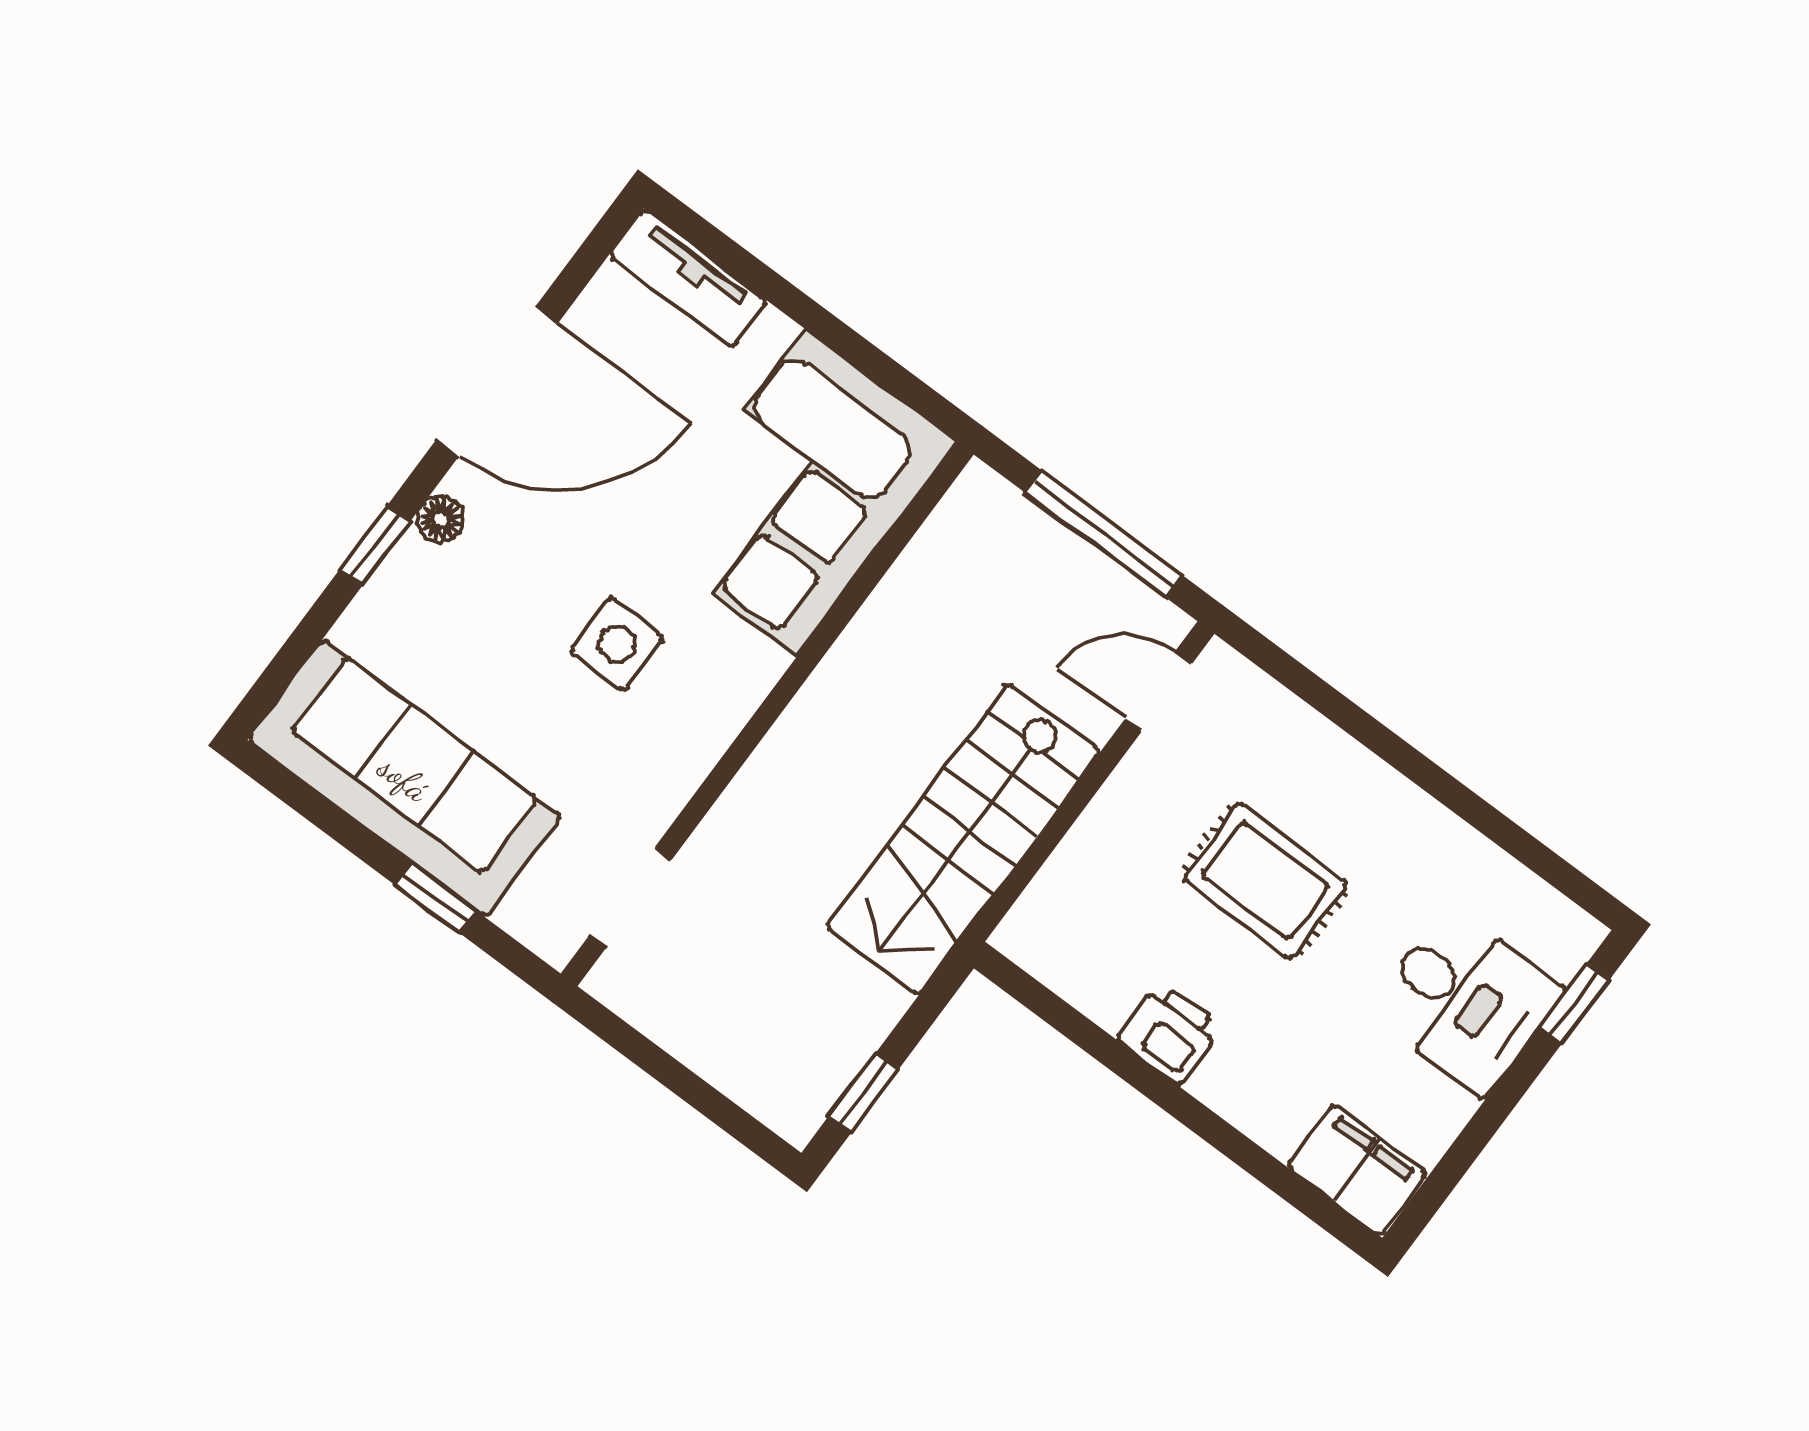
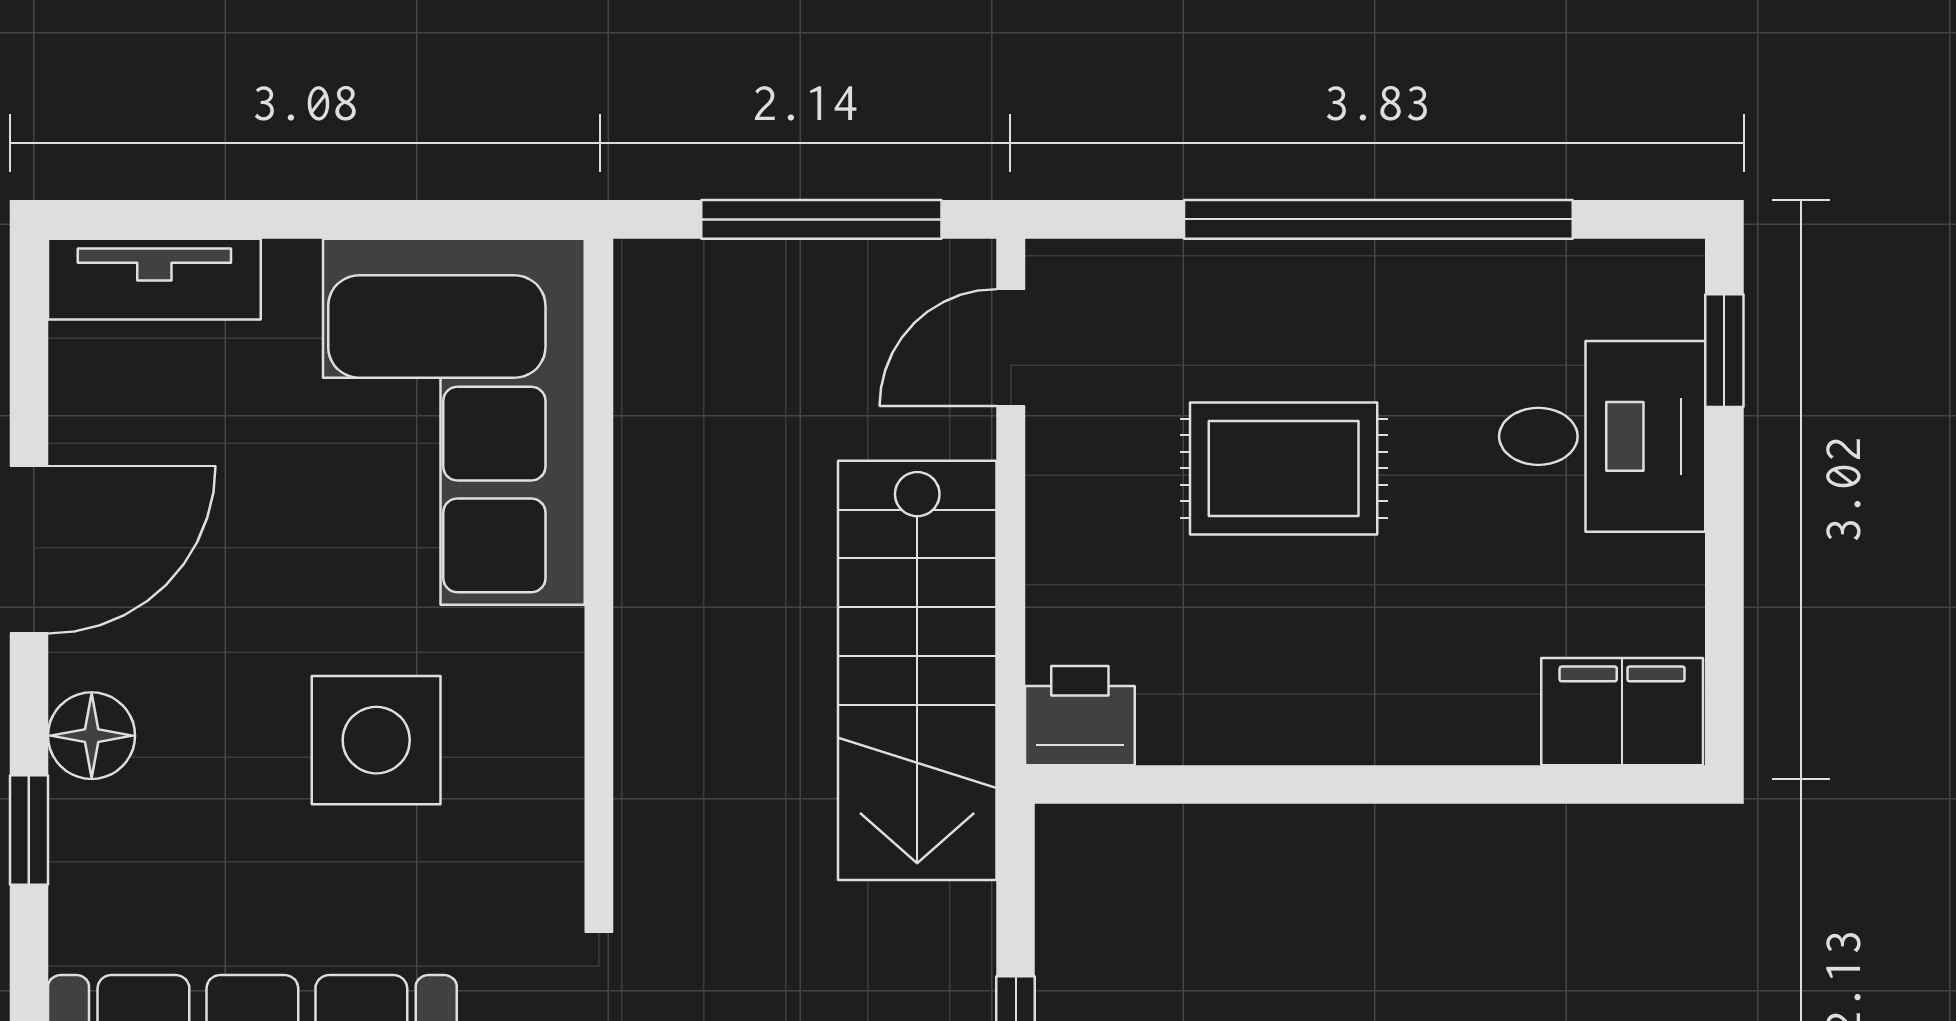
door: (497, 382) -> (29, 550), width x0.73
floor lamp: (440, 519) -> (92, 736), width x1.37, depth x1.37
side table: (617, 644) -> (376, 740), width x1.37, depth x1.37
window: (1429, 776) -> (1378, 219), added
printer: (1169, 1034) -> (1080, 716), moved

